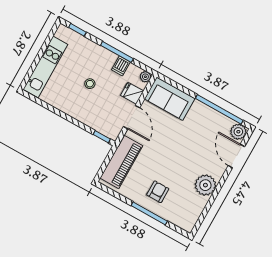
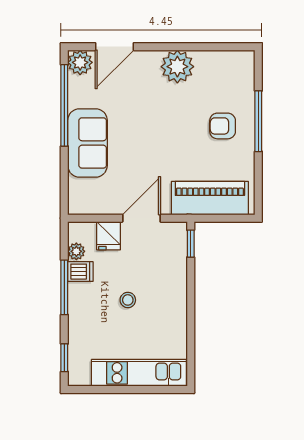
plant: (145, 77) -> (76, 251), moved
sofa: (170, 99) -> (87, 143), moved

